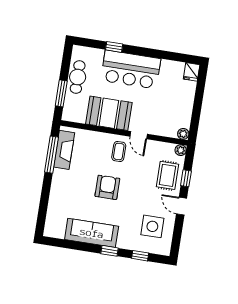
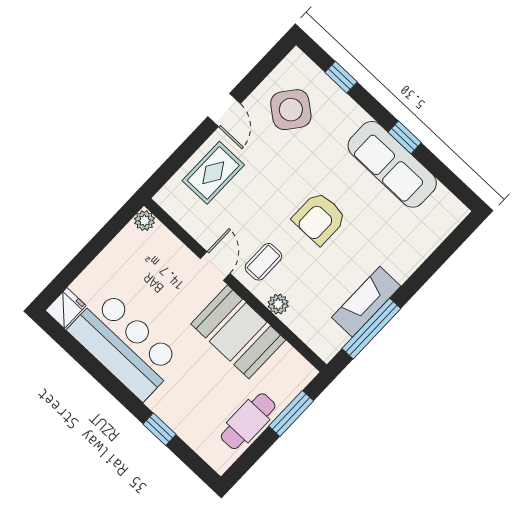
bar counter: (131, 70) -> (125, 345), moved
fireplace: (64, 150) -> (366, 302), moved
plant: (181, 150) -> (278, 304), moved
window: (186, 178) -> (188, 149), removed
side table: (152, 226) -> (291, 110), turned 38
window: (110, 251) -> (405, 137), moved

